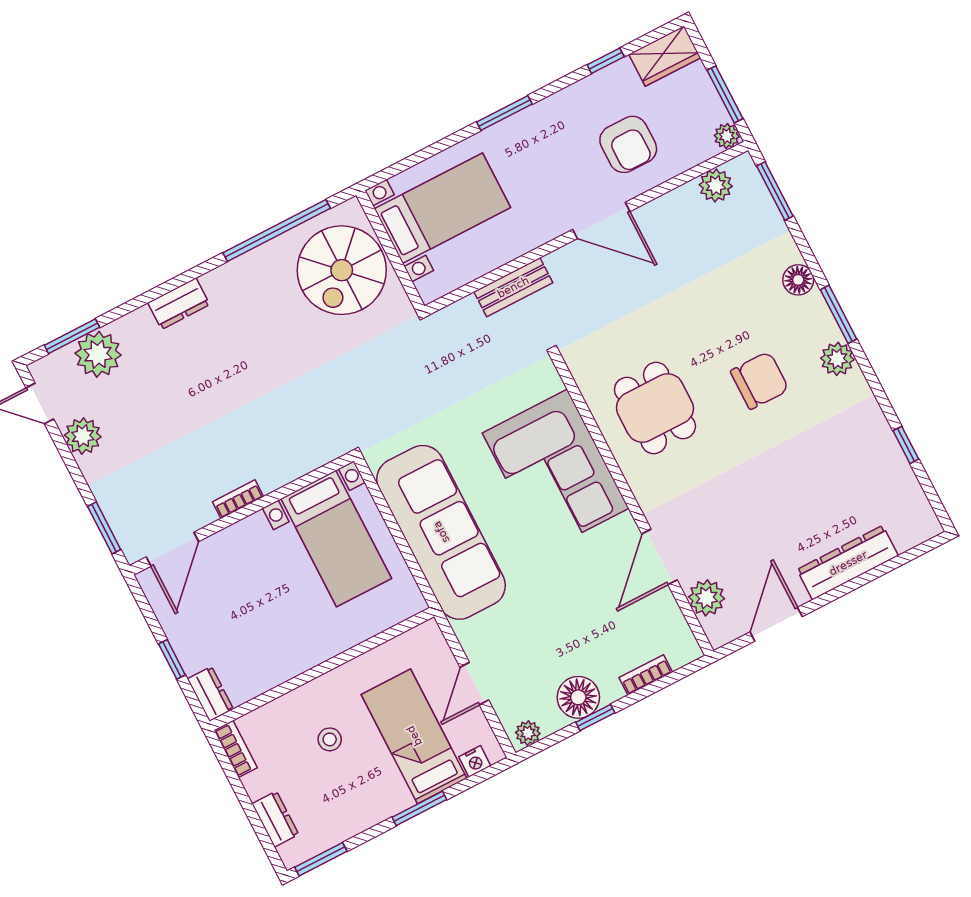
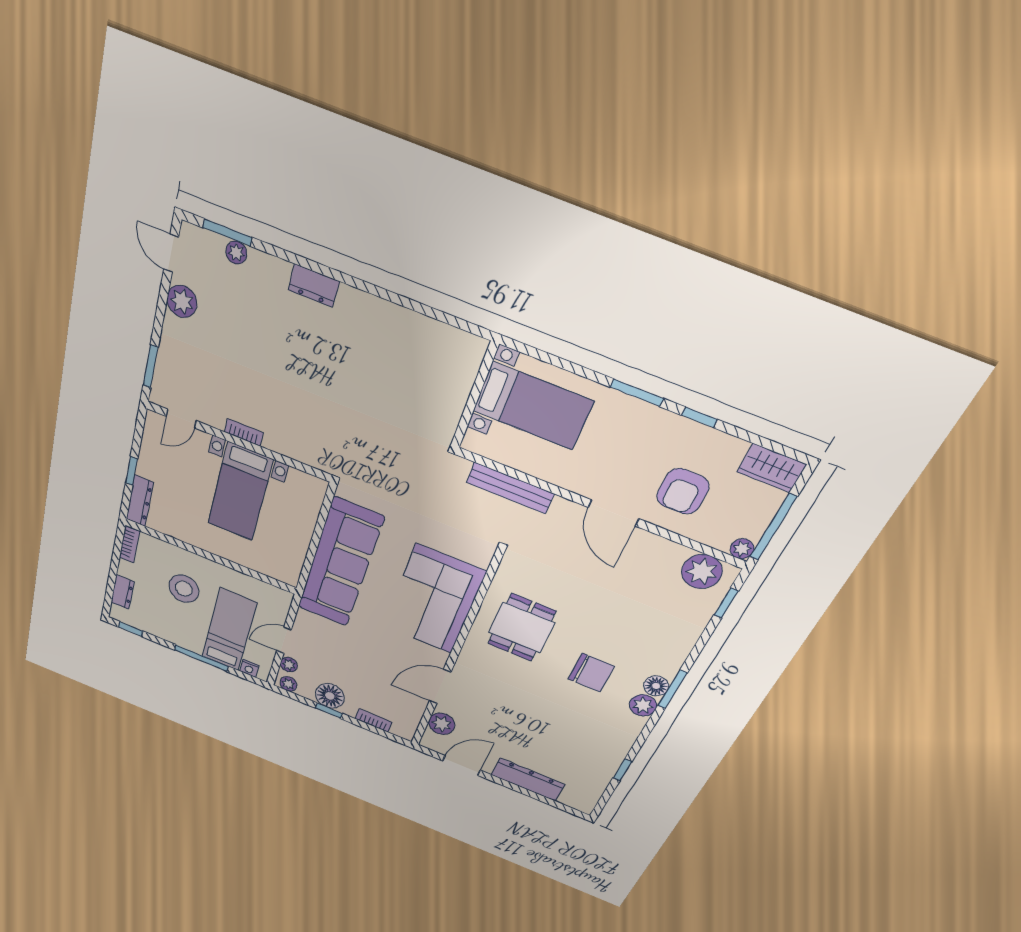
window: (606, 61) -> (699, 417), moved
window: (725, 94) -> (773, 527), width x1.44
plant: (716, 185) -> (702, 572), width x1.36, depth x1.36
window: (775, 191) -> (726, 603), width x0.67
window: (277, 231) -> (419, 308), removed
spiral stairs: (342, 270) -> (433, 375), removed
floor lamp: (798, 280) -> (656, 686), moved
bench: (513, 287) -> (510, 488), width x1.36
plant: (98, 354) -> (236, 253), width x0.53, depth x0.53
bed with nightstands: (336, 539) -> (240, 492), moved
door: (172, 549) -> (181, 419), width x0.73
dresser: (210, 694) -> (140, 501), width x1.44
plant: (506, 708) -> (289, 665), added
stool: (330, 739) -> (184, 589), width x1.89, depth x1.89
window: (419, 808) -> (201, 658), width x1.44
window: (321, 859) -> (131, 629), width x0.67

